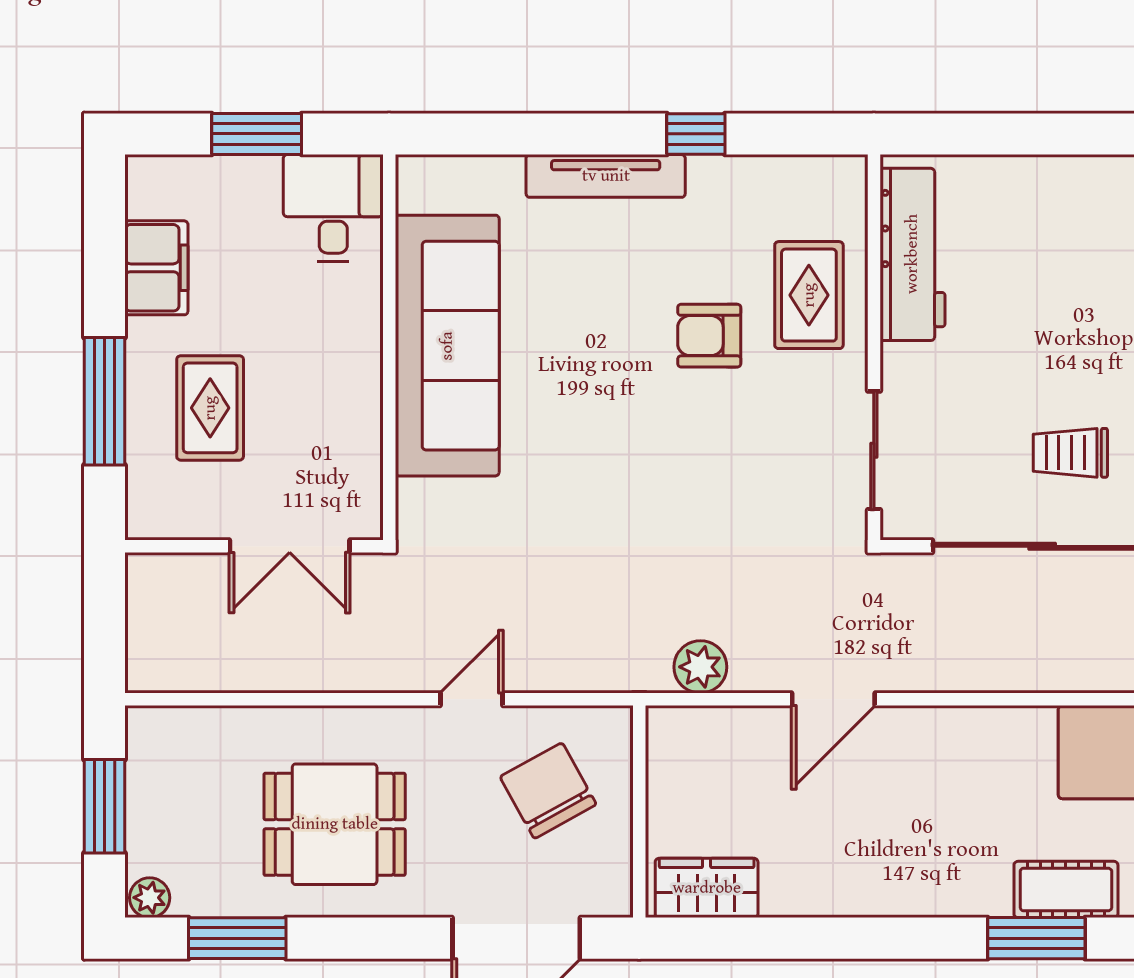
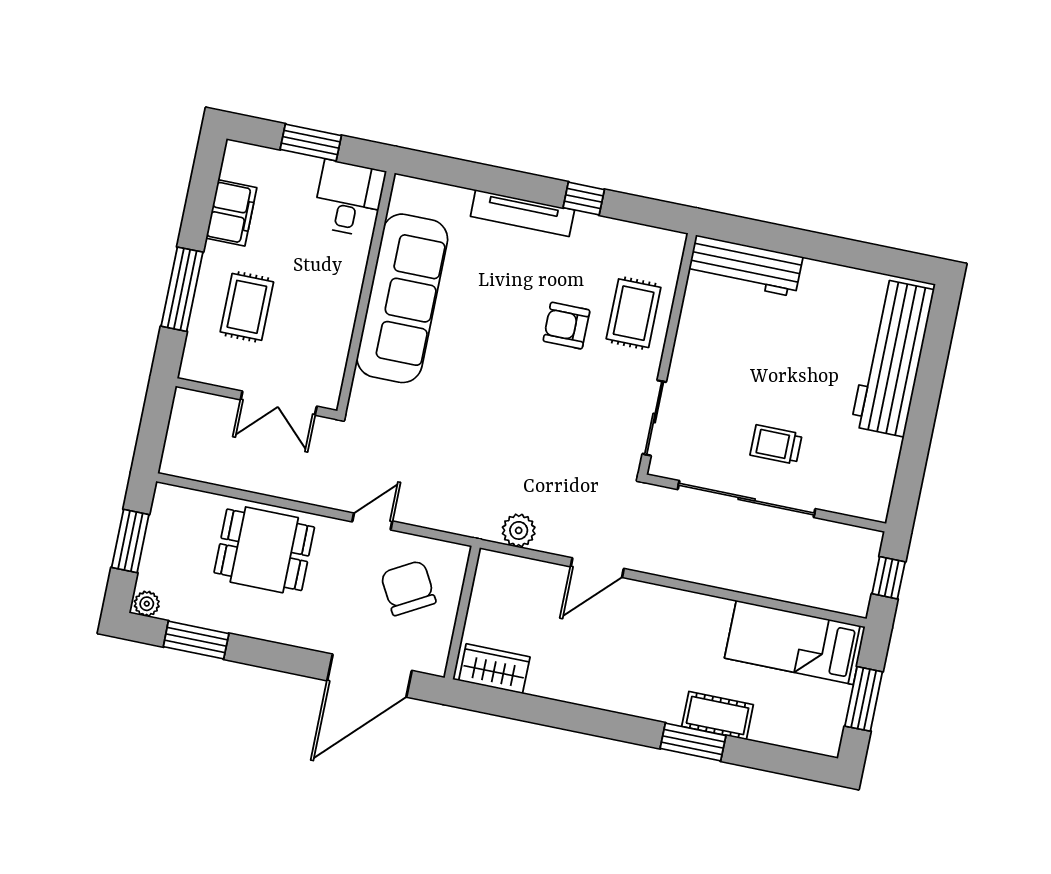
workbench: (912, 254) -> (745, 266), moved, turned 90
dining table: (335, 824) -> (264, 550), moved

